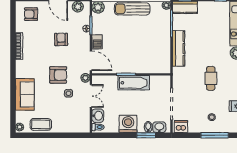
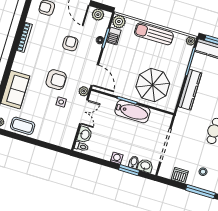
barbecue: (97, 42) -> (114, 36), moved
parasol: (145, 54) -> (153, 85), added
washing machine: (128, 124) -> (117, 158), width x0.53, depth x0.53
dishwasher: (181, 127) -> (180, 175), moved

